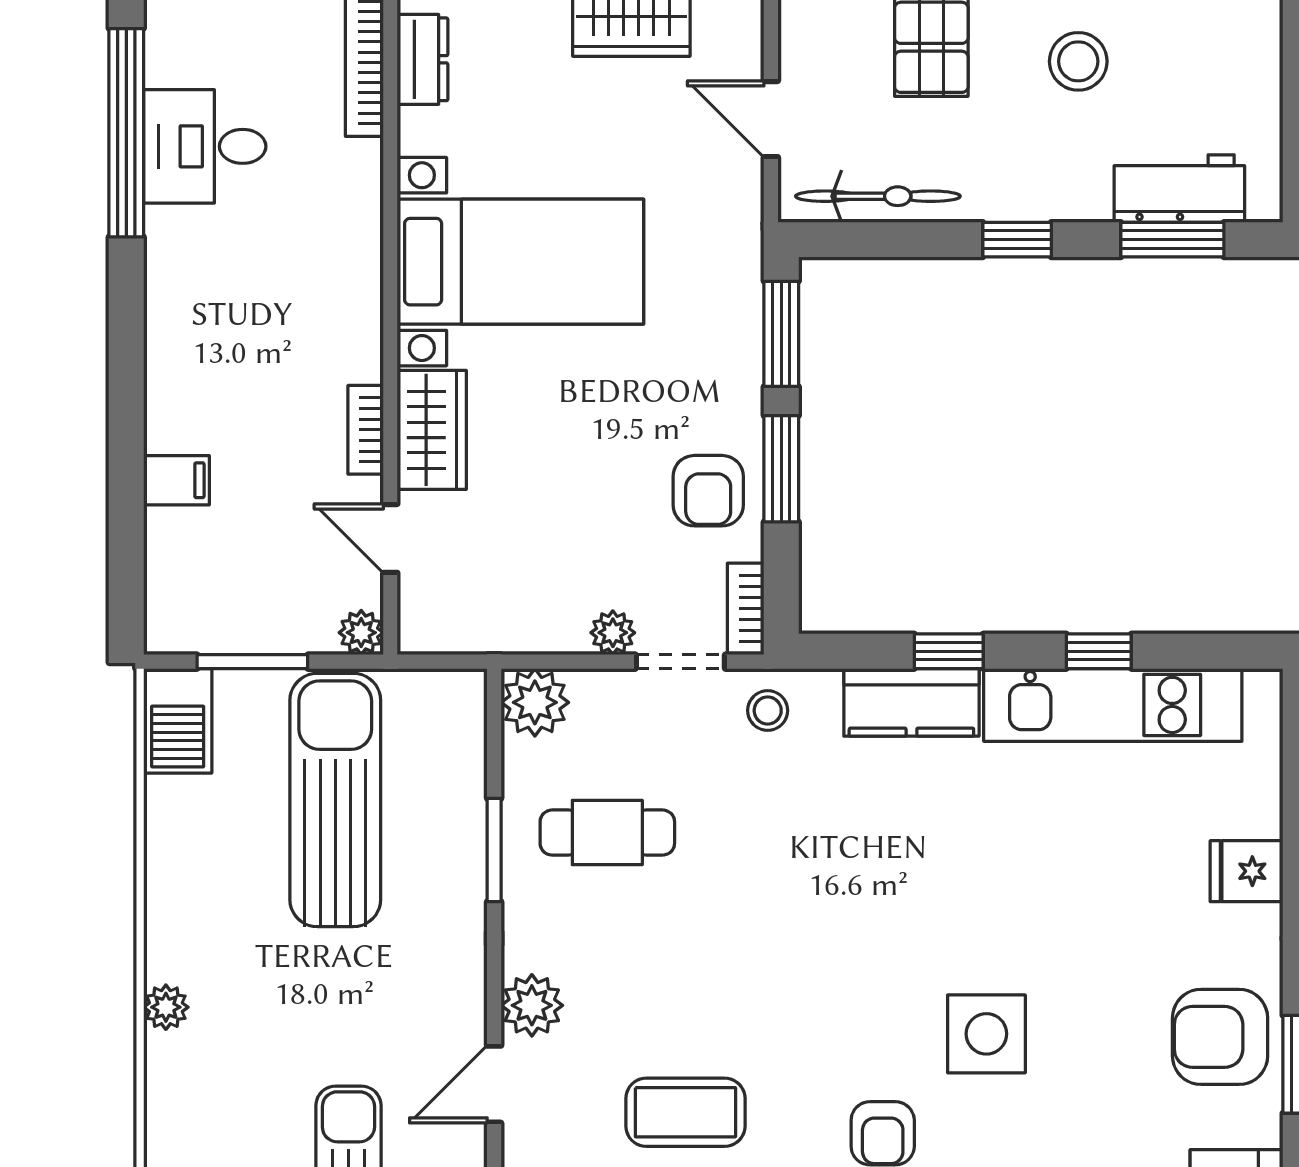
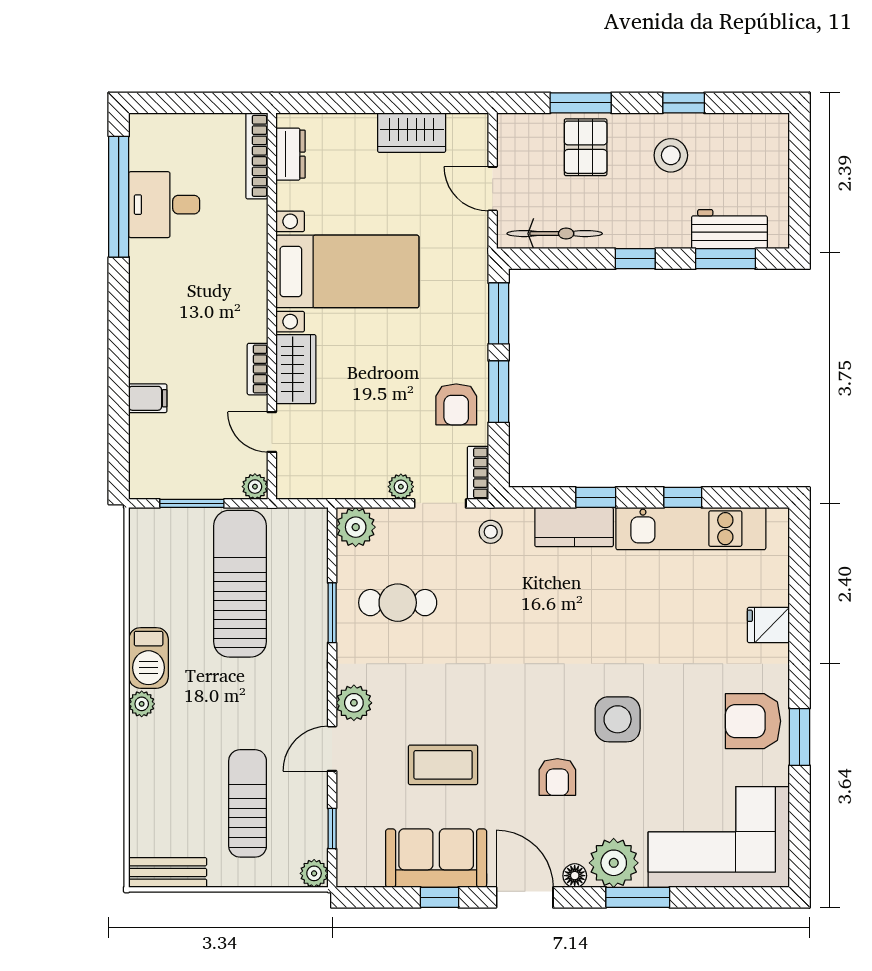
barbecue: (178, 721) -> (149, 658), moved

